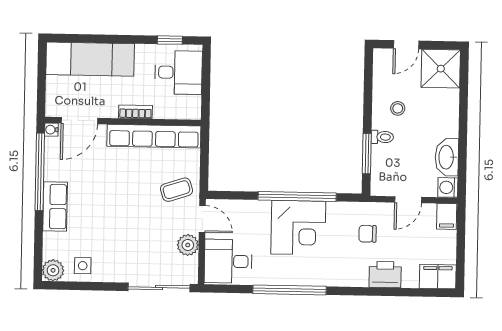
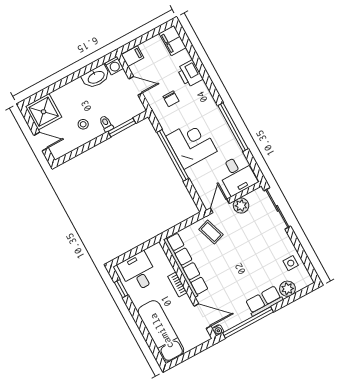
plant: (53, 270) -> (287, 289), moved

